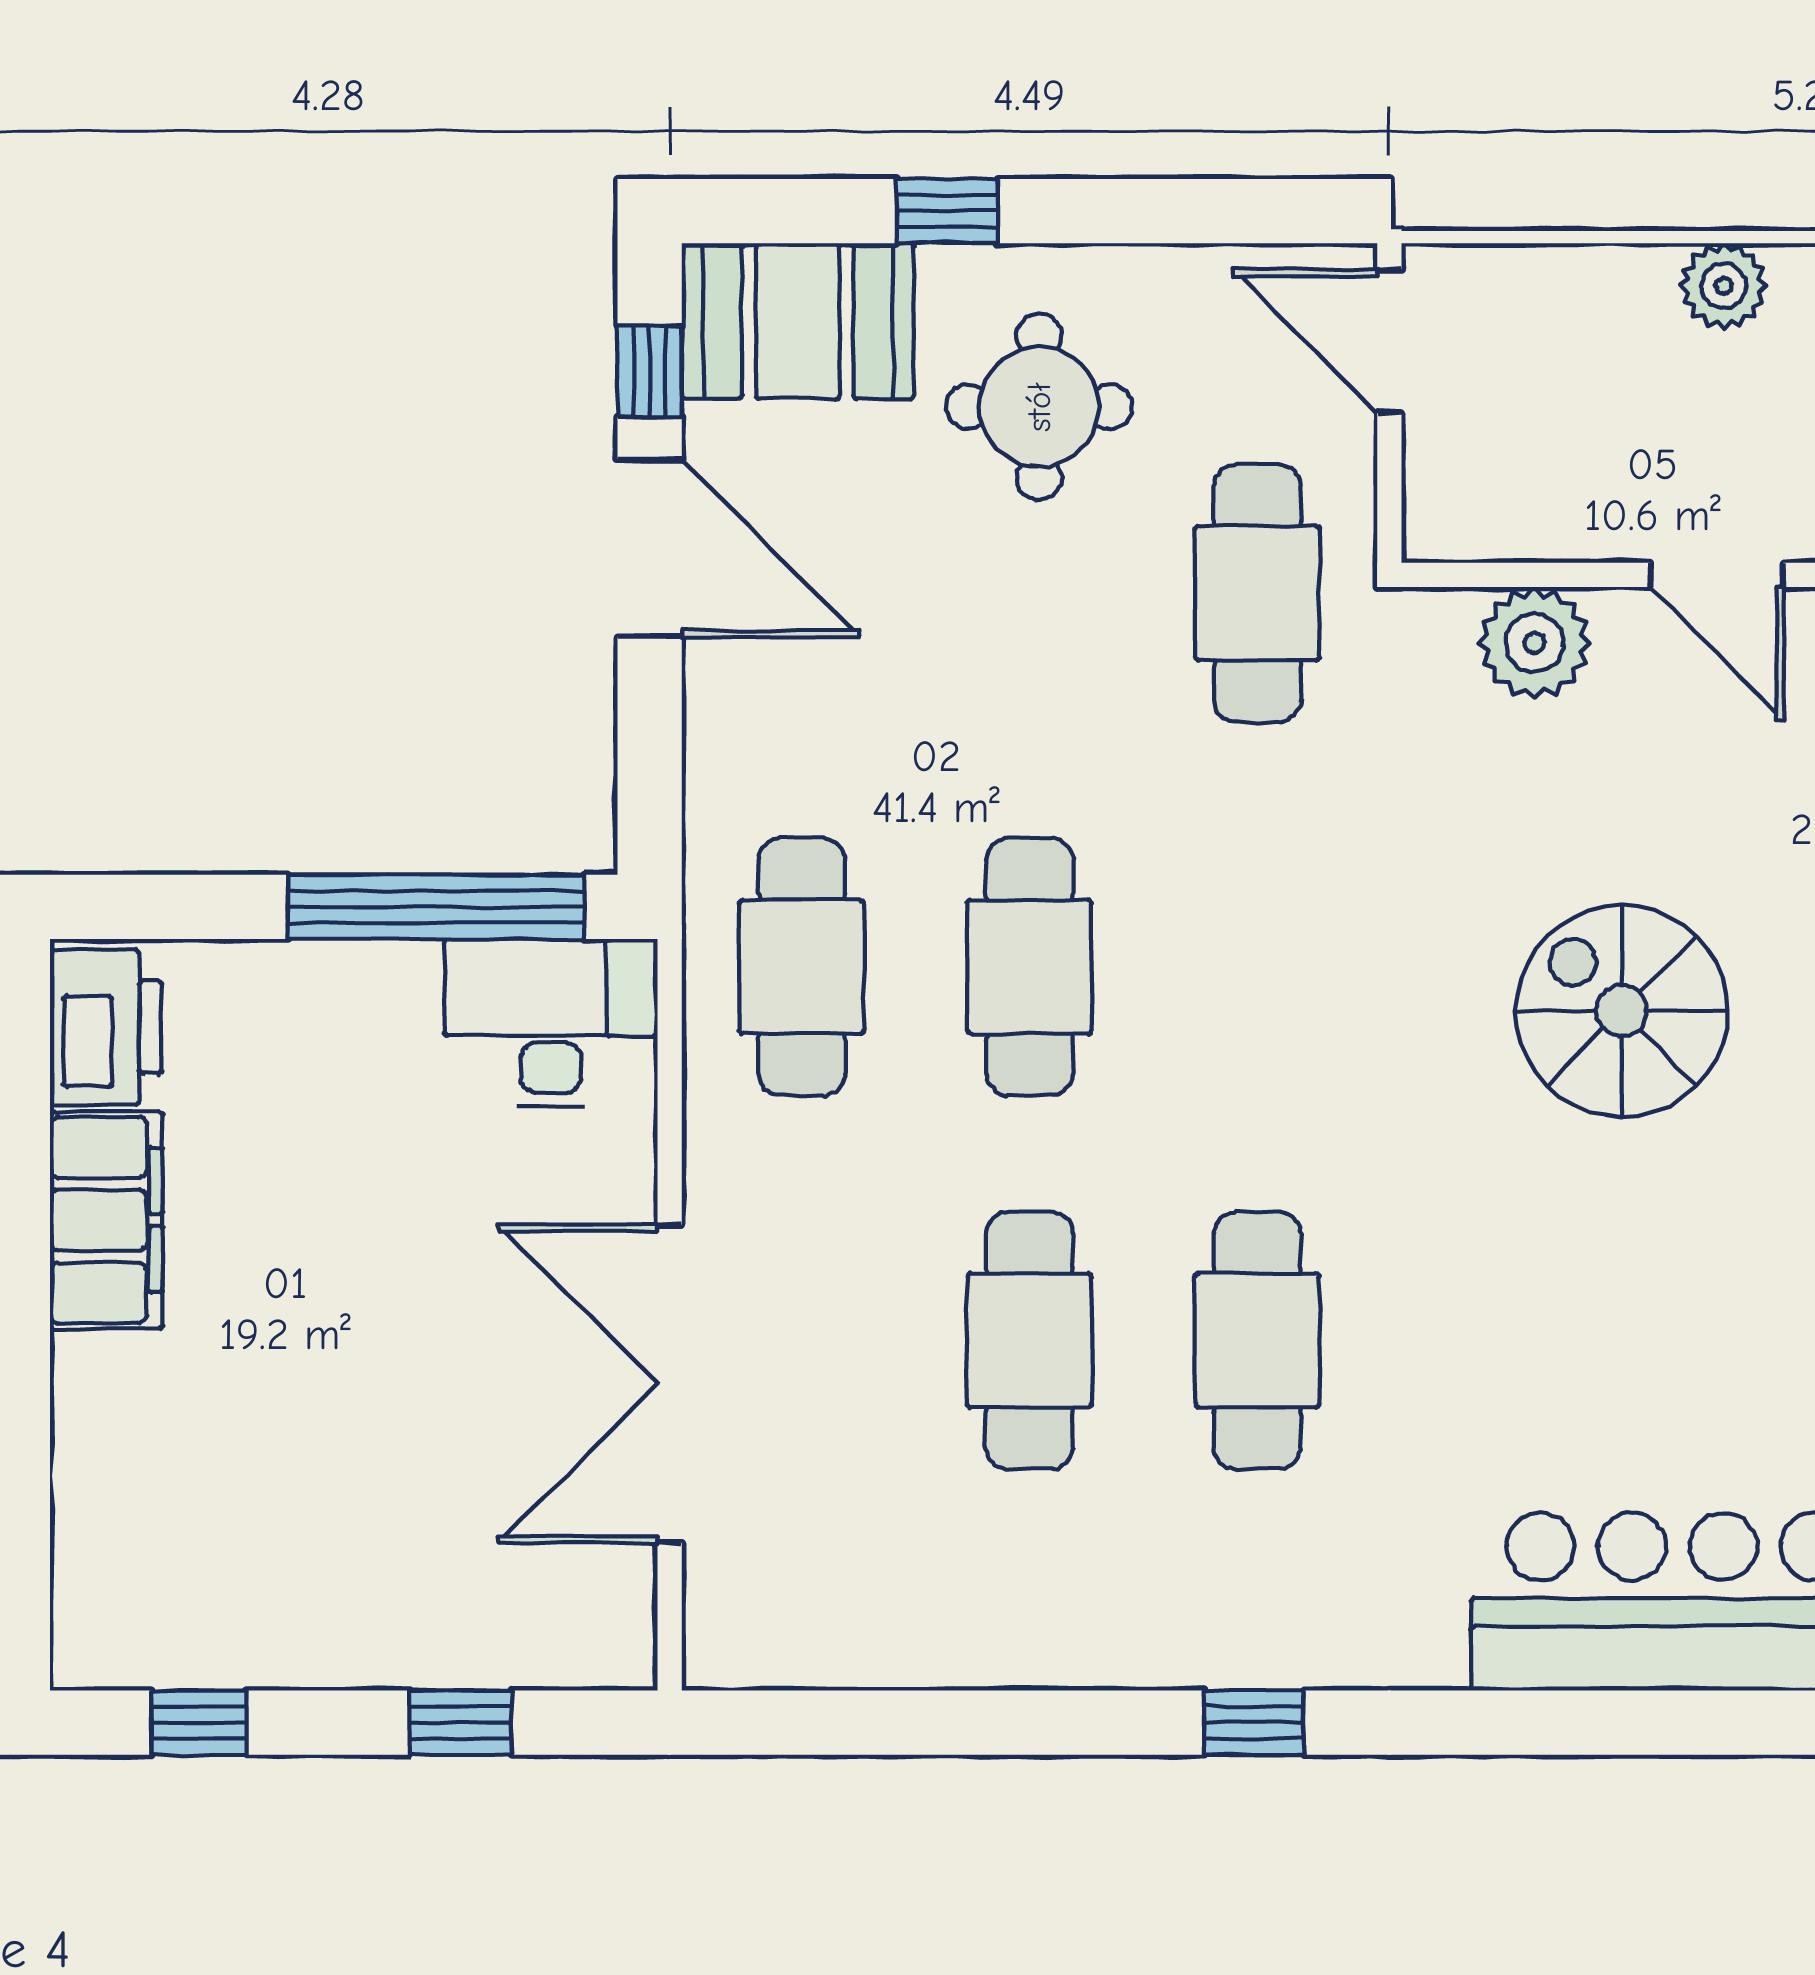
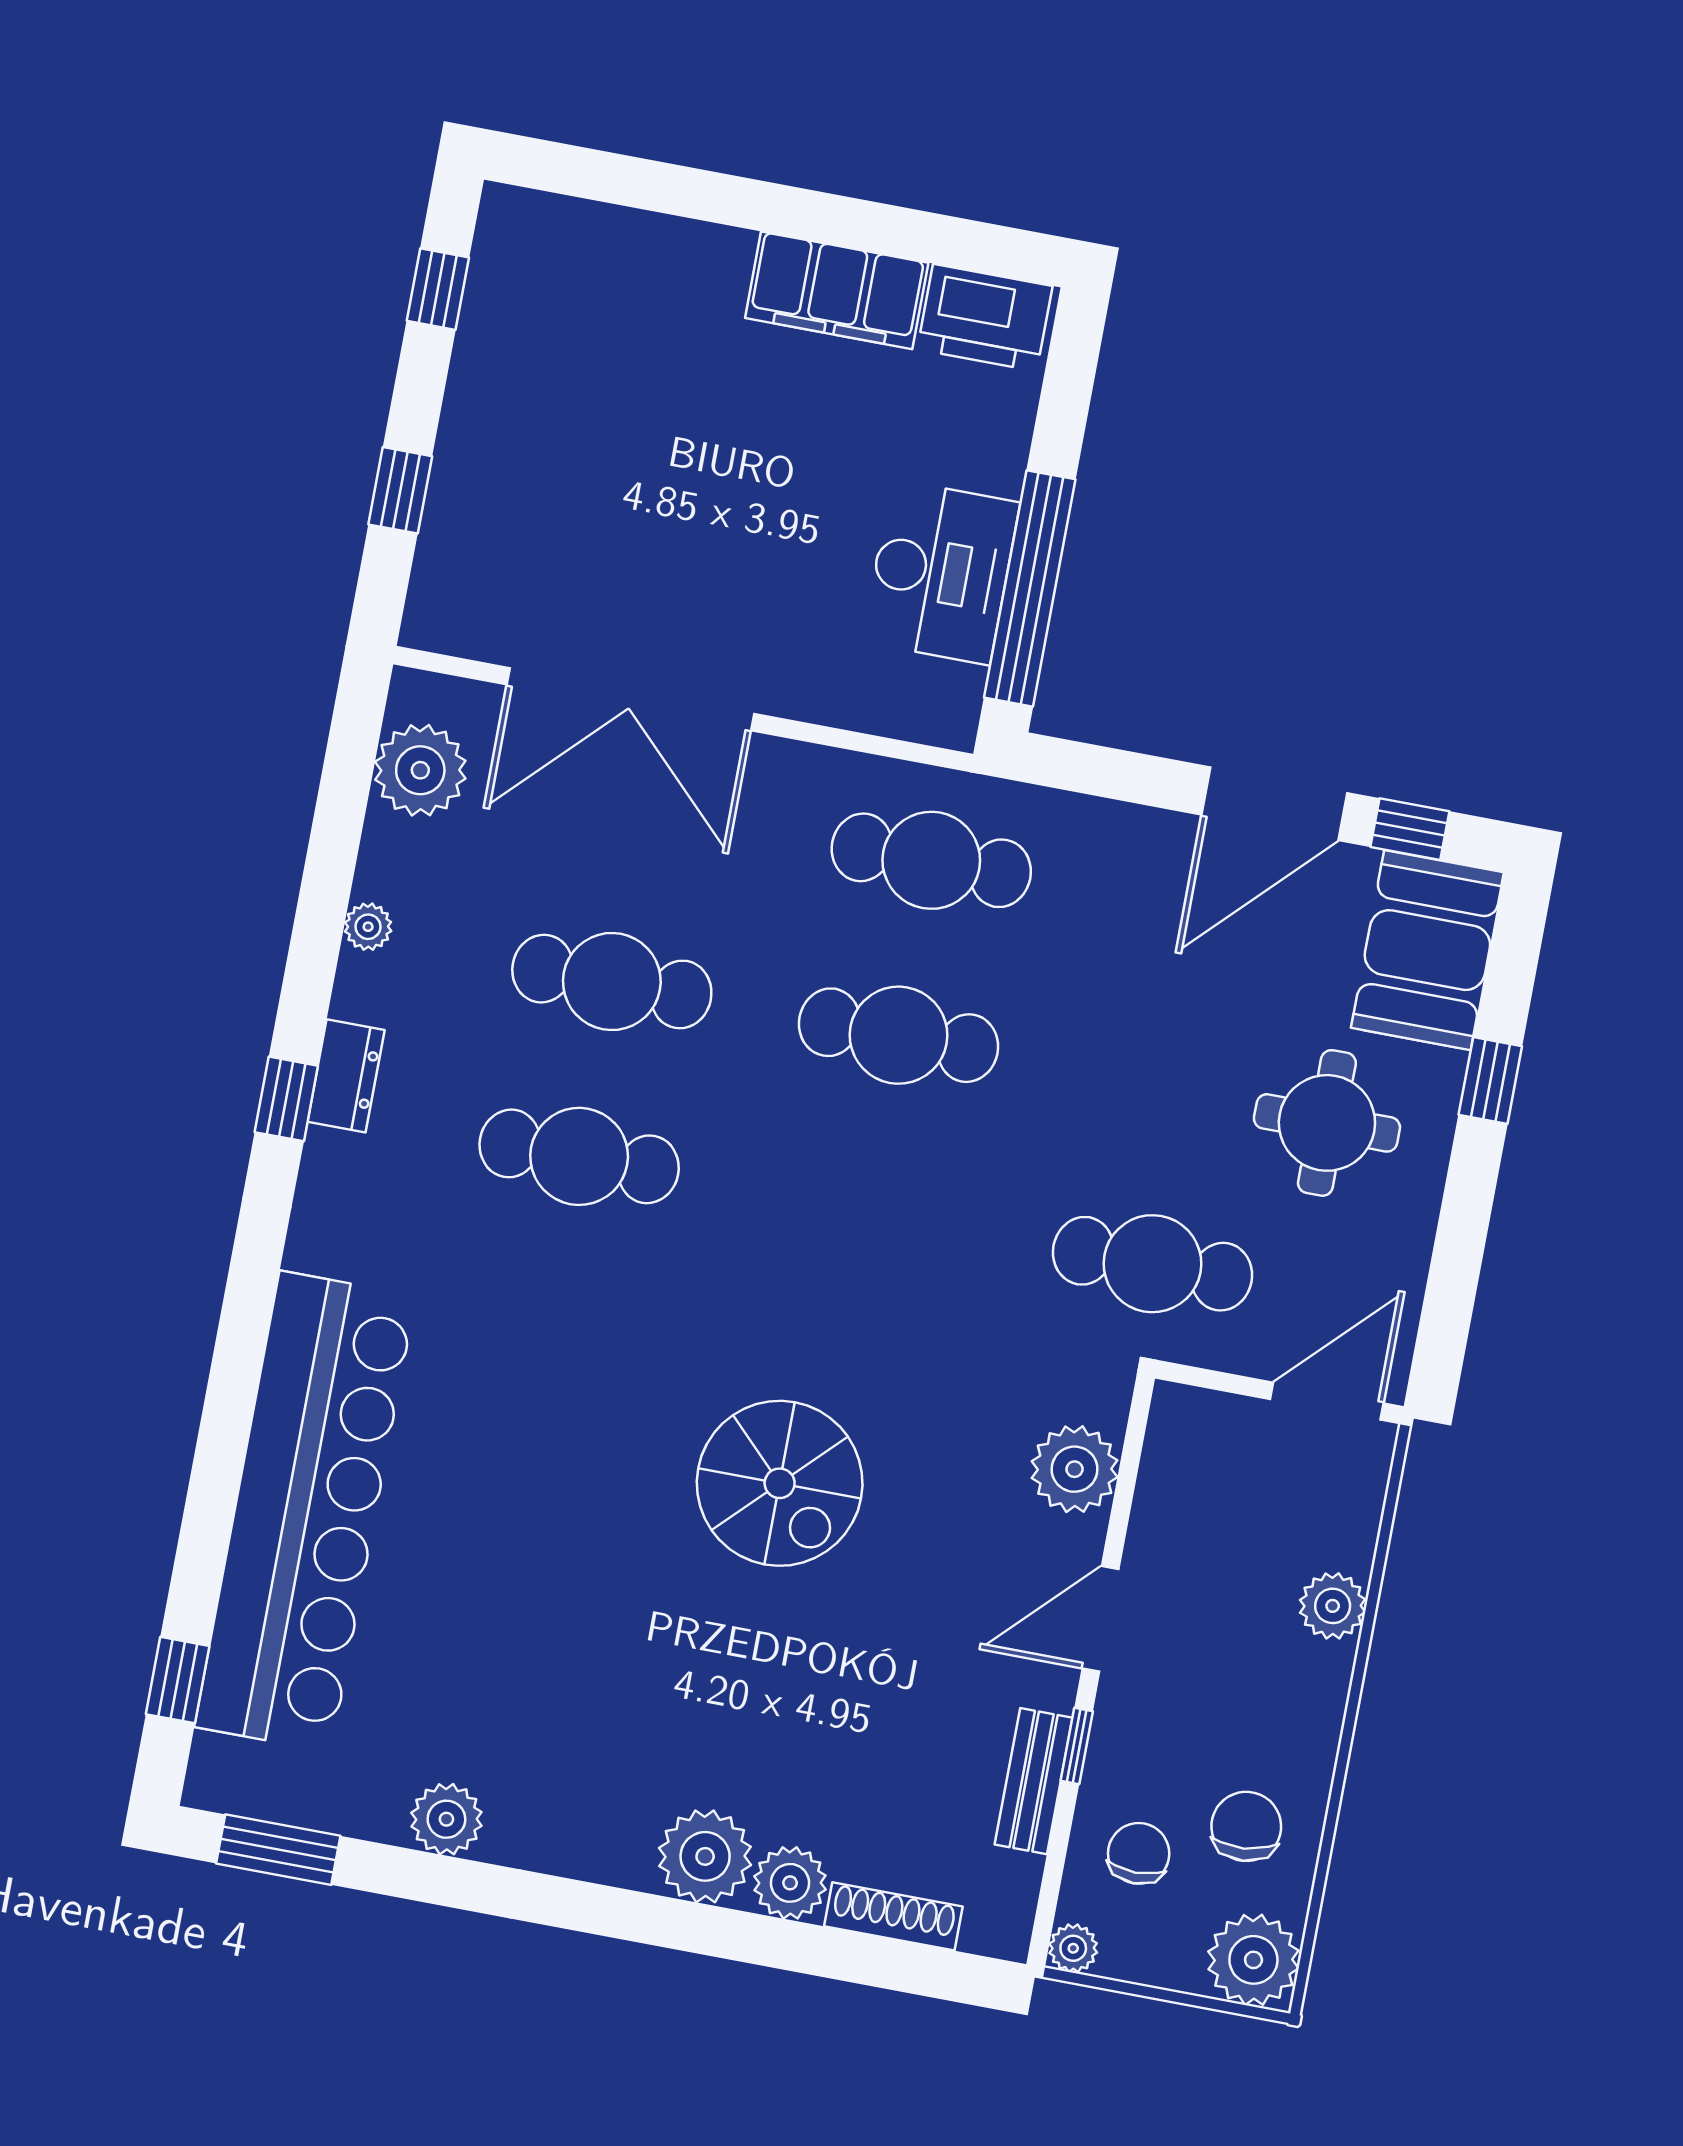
plant: (1724, 286) -> (1333, 1606), moved
spiral stairs: (1622, 1011) -> (780, 1483), turned 90
desk: (551, 1023) -> (941, 572), moved
double door: (670, 1384) -> (630, 699), swing flipped
plant: (809, 1631) -> (420, 770), added
dresser: (1211, 1653) -> (346, 1076), added
plant: (1018, 1660) -> (368, 927), added

